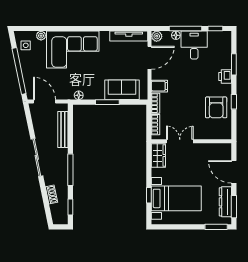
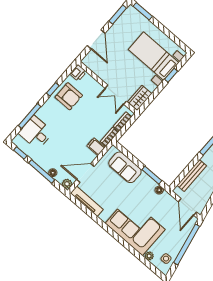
desk: (194, 45) -> (36, 133), moved, turned 90
window: (234, 64) -> (30, 116), width x1.44
printer: (225, 77) -> (78, 73), moved
window: (107, 102) -> (152, 175), moved
armchair: (216, 107) -> (69, 96), turned 90
dresser: (225, 202) -> (121, 23), removed

